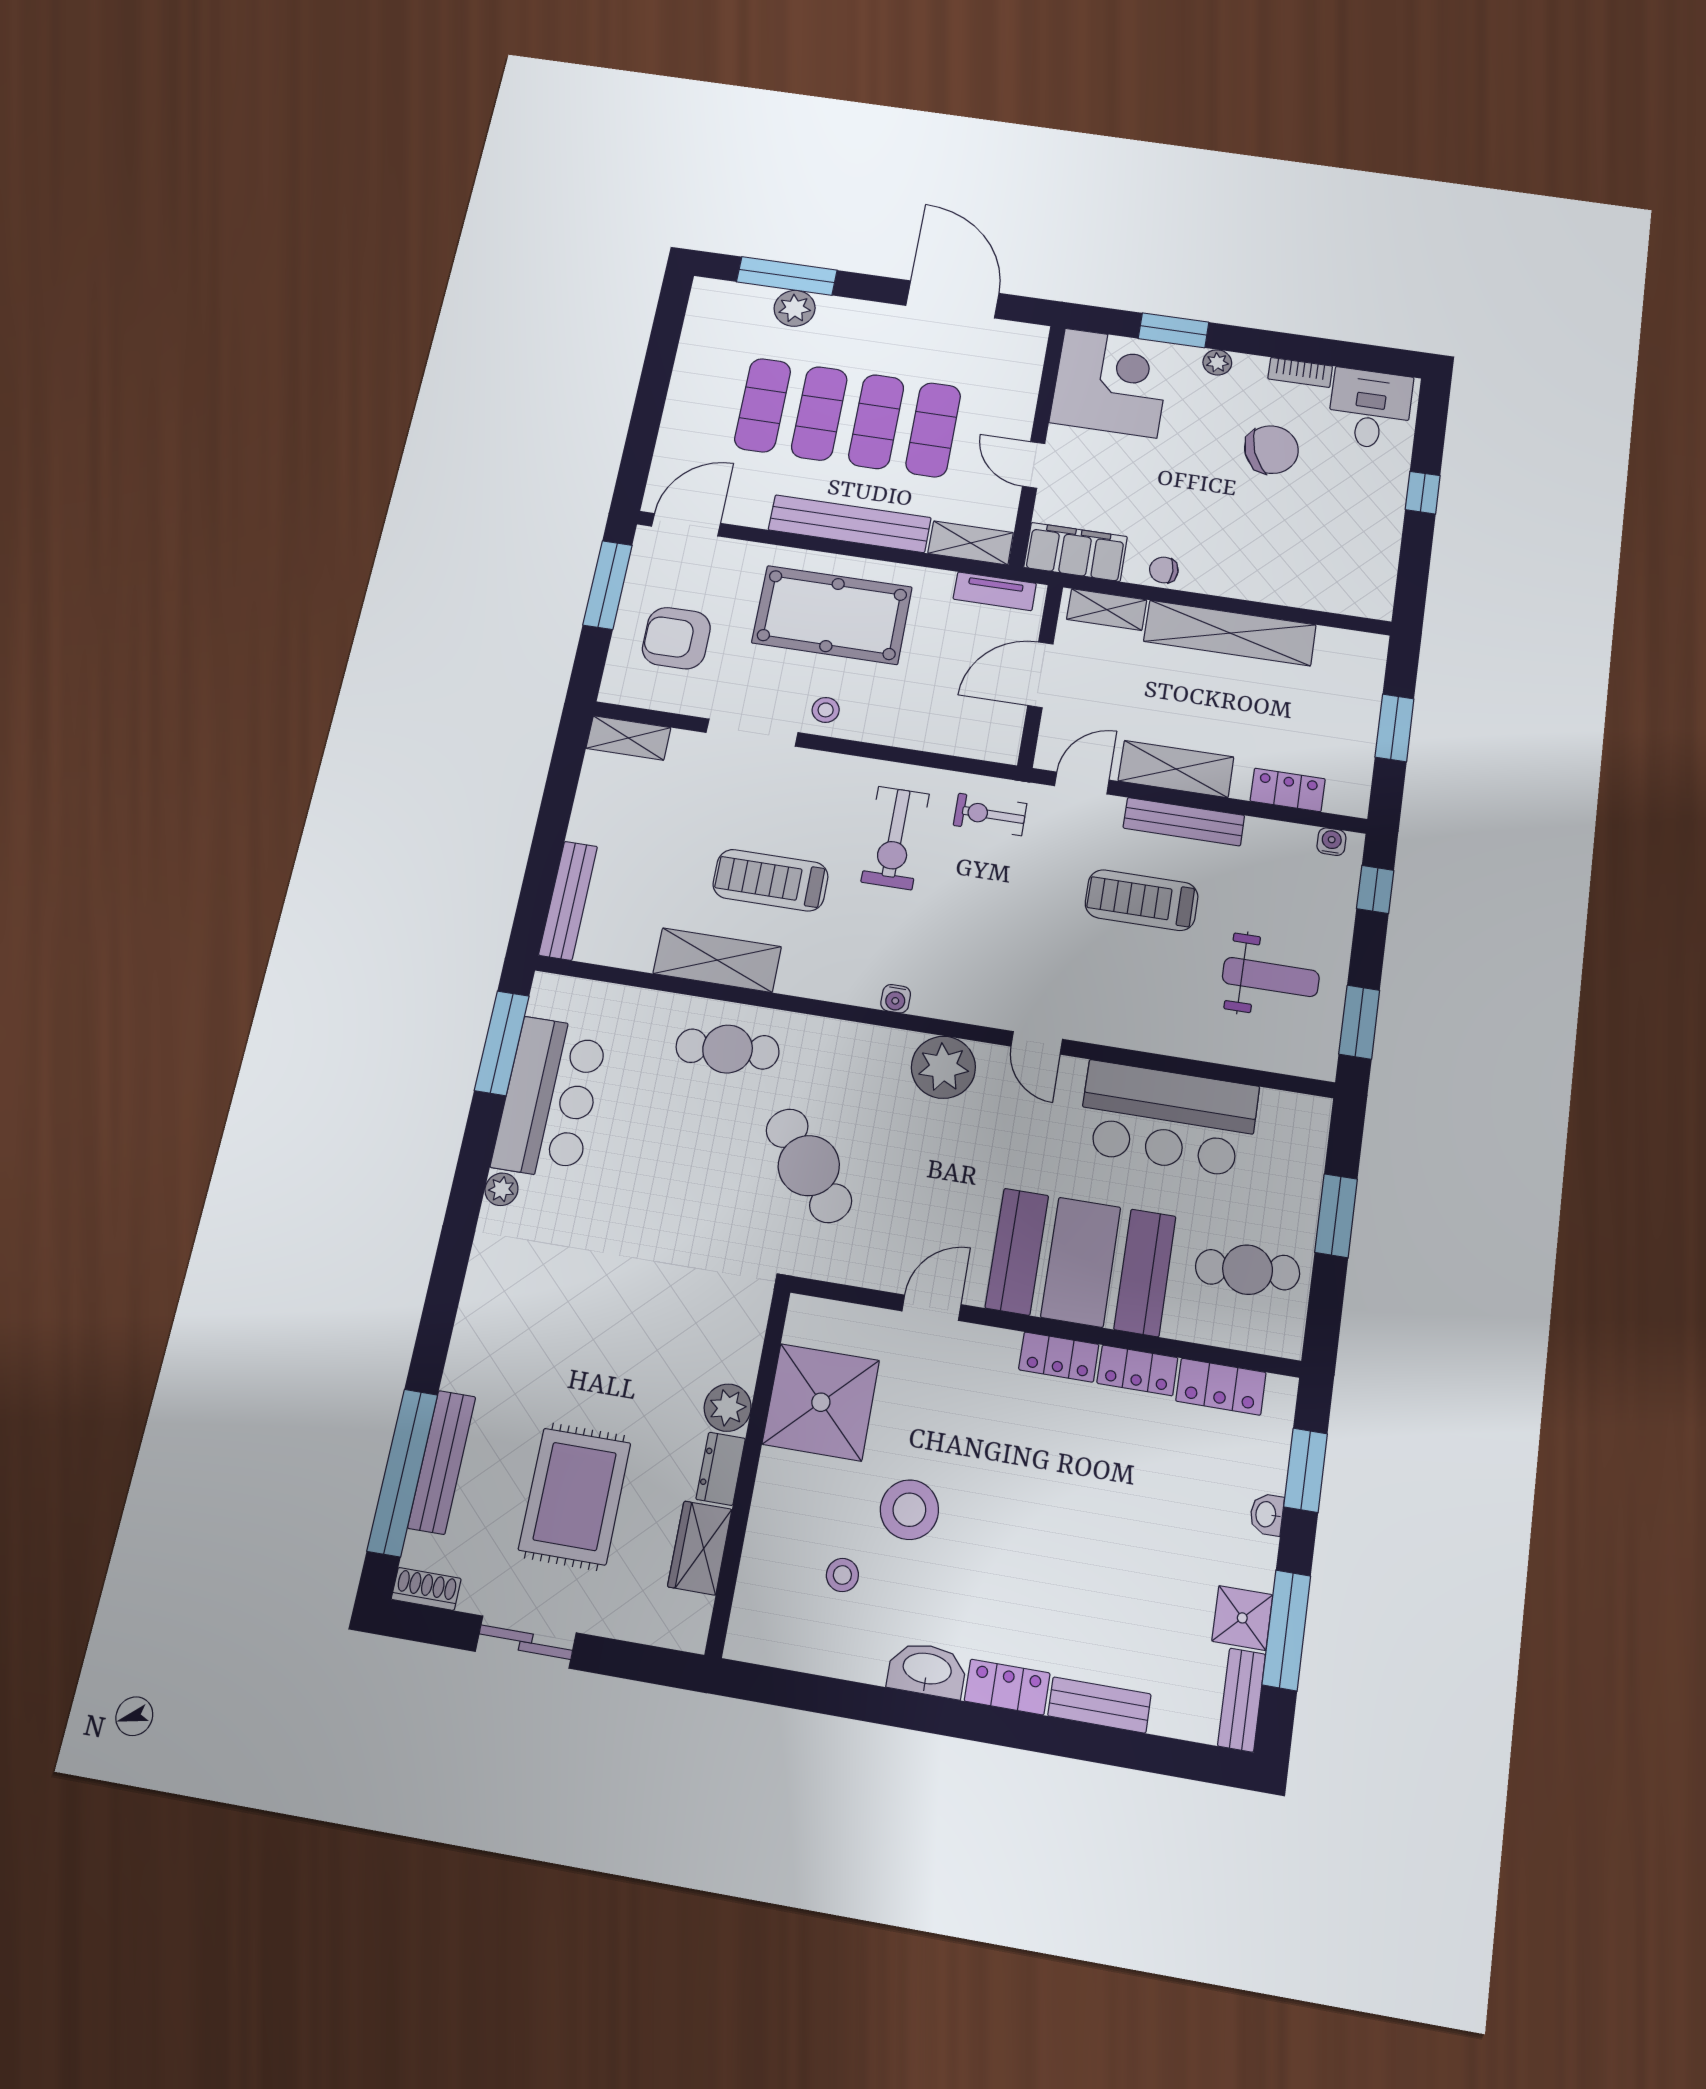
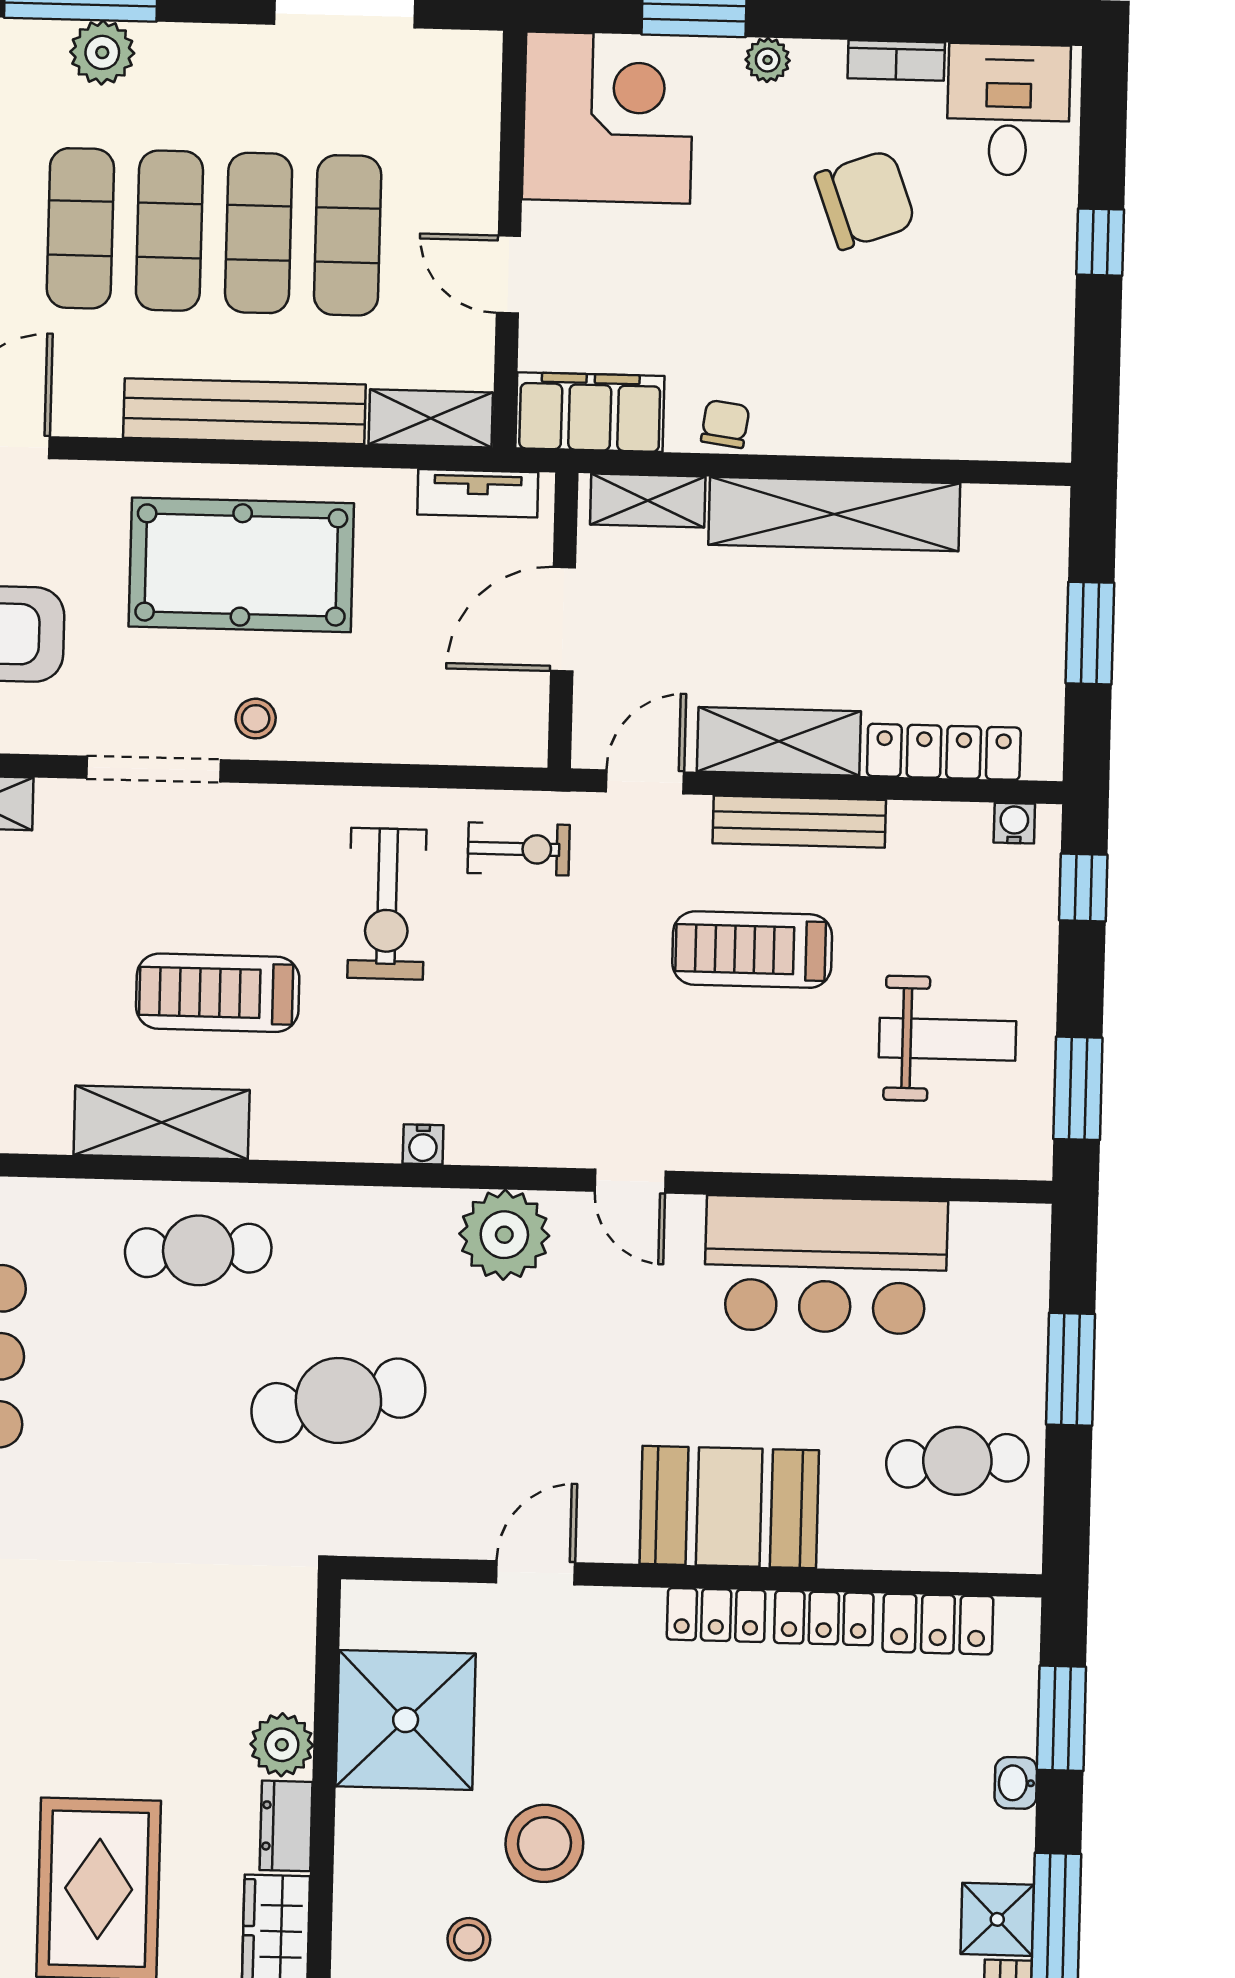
chair: (1164, 570) -> (725, 424), turned 98
locker: (1288, 790) -> (944, 752), width x1.53
exercise bike: (990, 814) -> (519, 849), turned 180
cafe table: (809, 1166) -> (338, 1400), turned -63
booth: (1081, 1262) -> (729, 1507), width x0.73, depth x0.70

